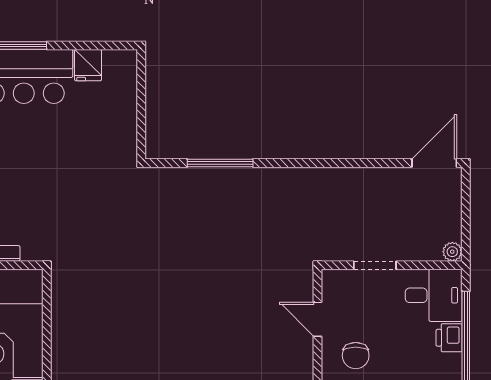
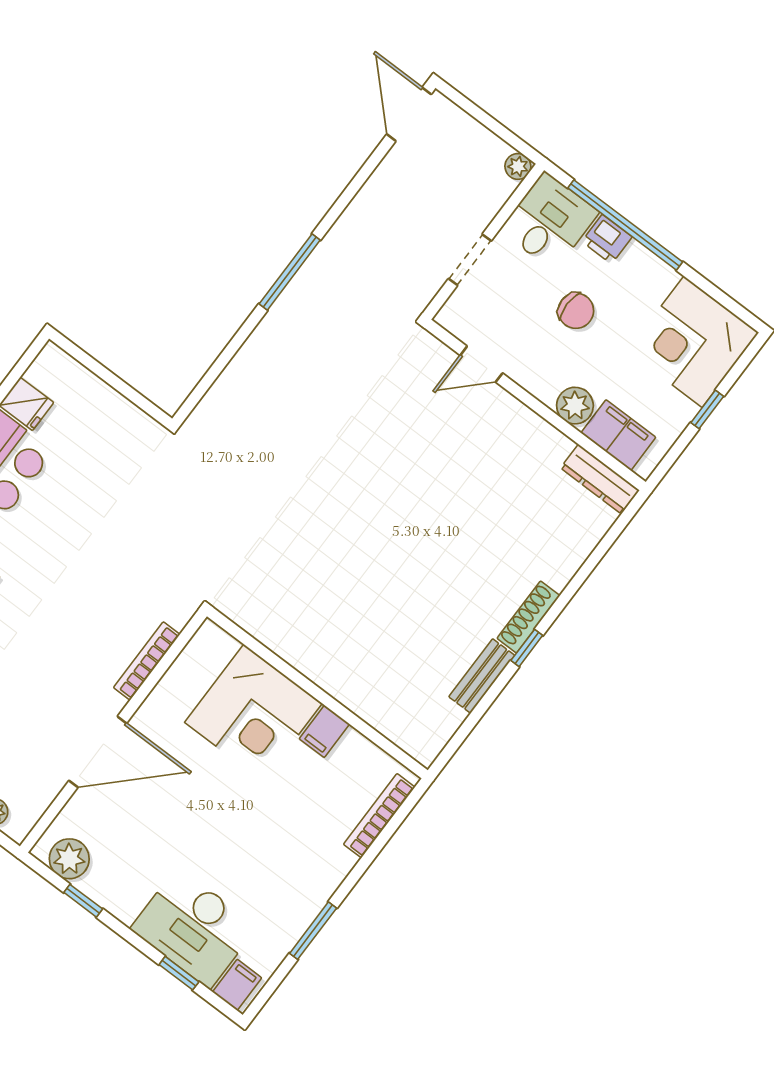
window: (220, 163) -> (290, 272), moved
chair: (356, 356) -> (576, 311), moved

